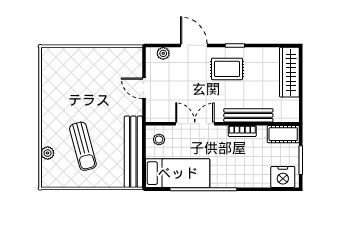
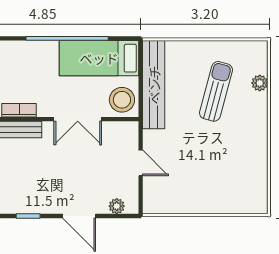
rug: (227, 69) -> (38, 187), removed
stool: (159, 139) -> (122, 100), width x1.89, depth x1.89
sun lounger: (83, 146) -> (216, 91), turned 30

